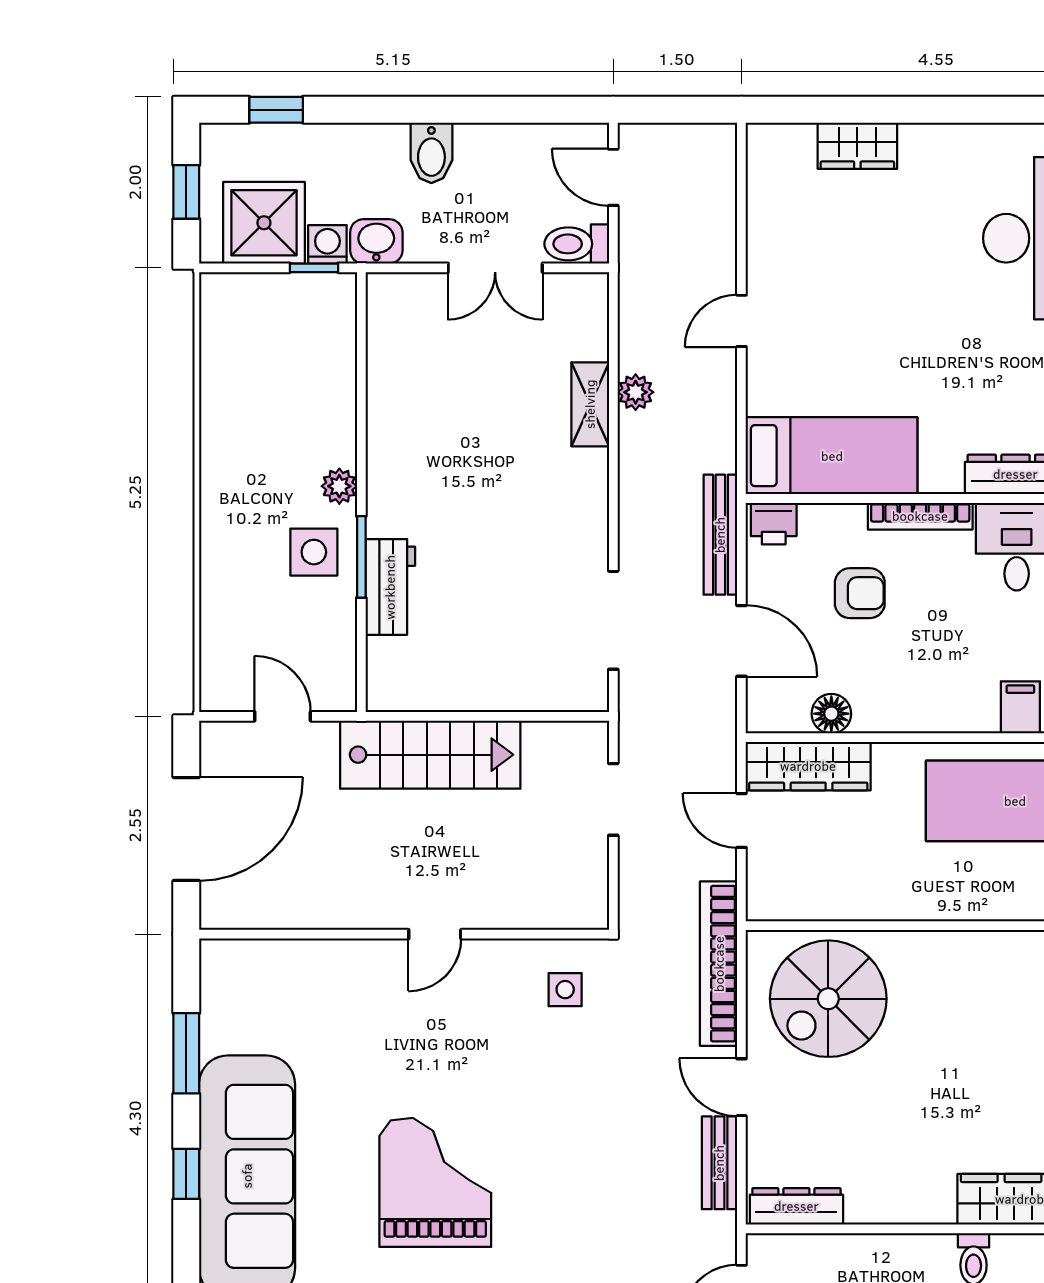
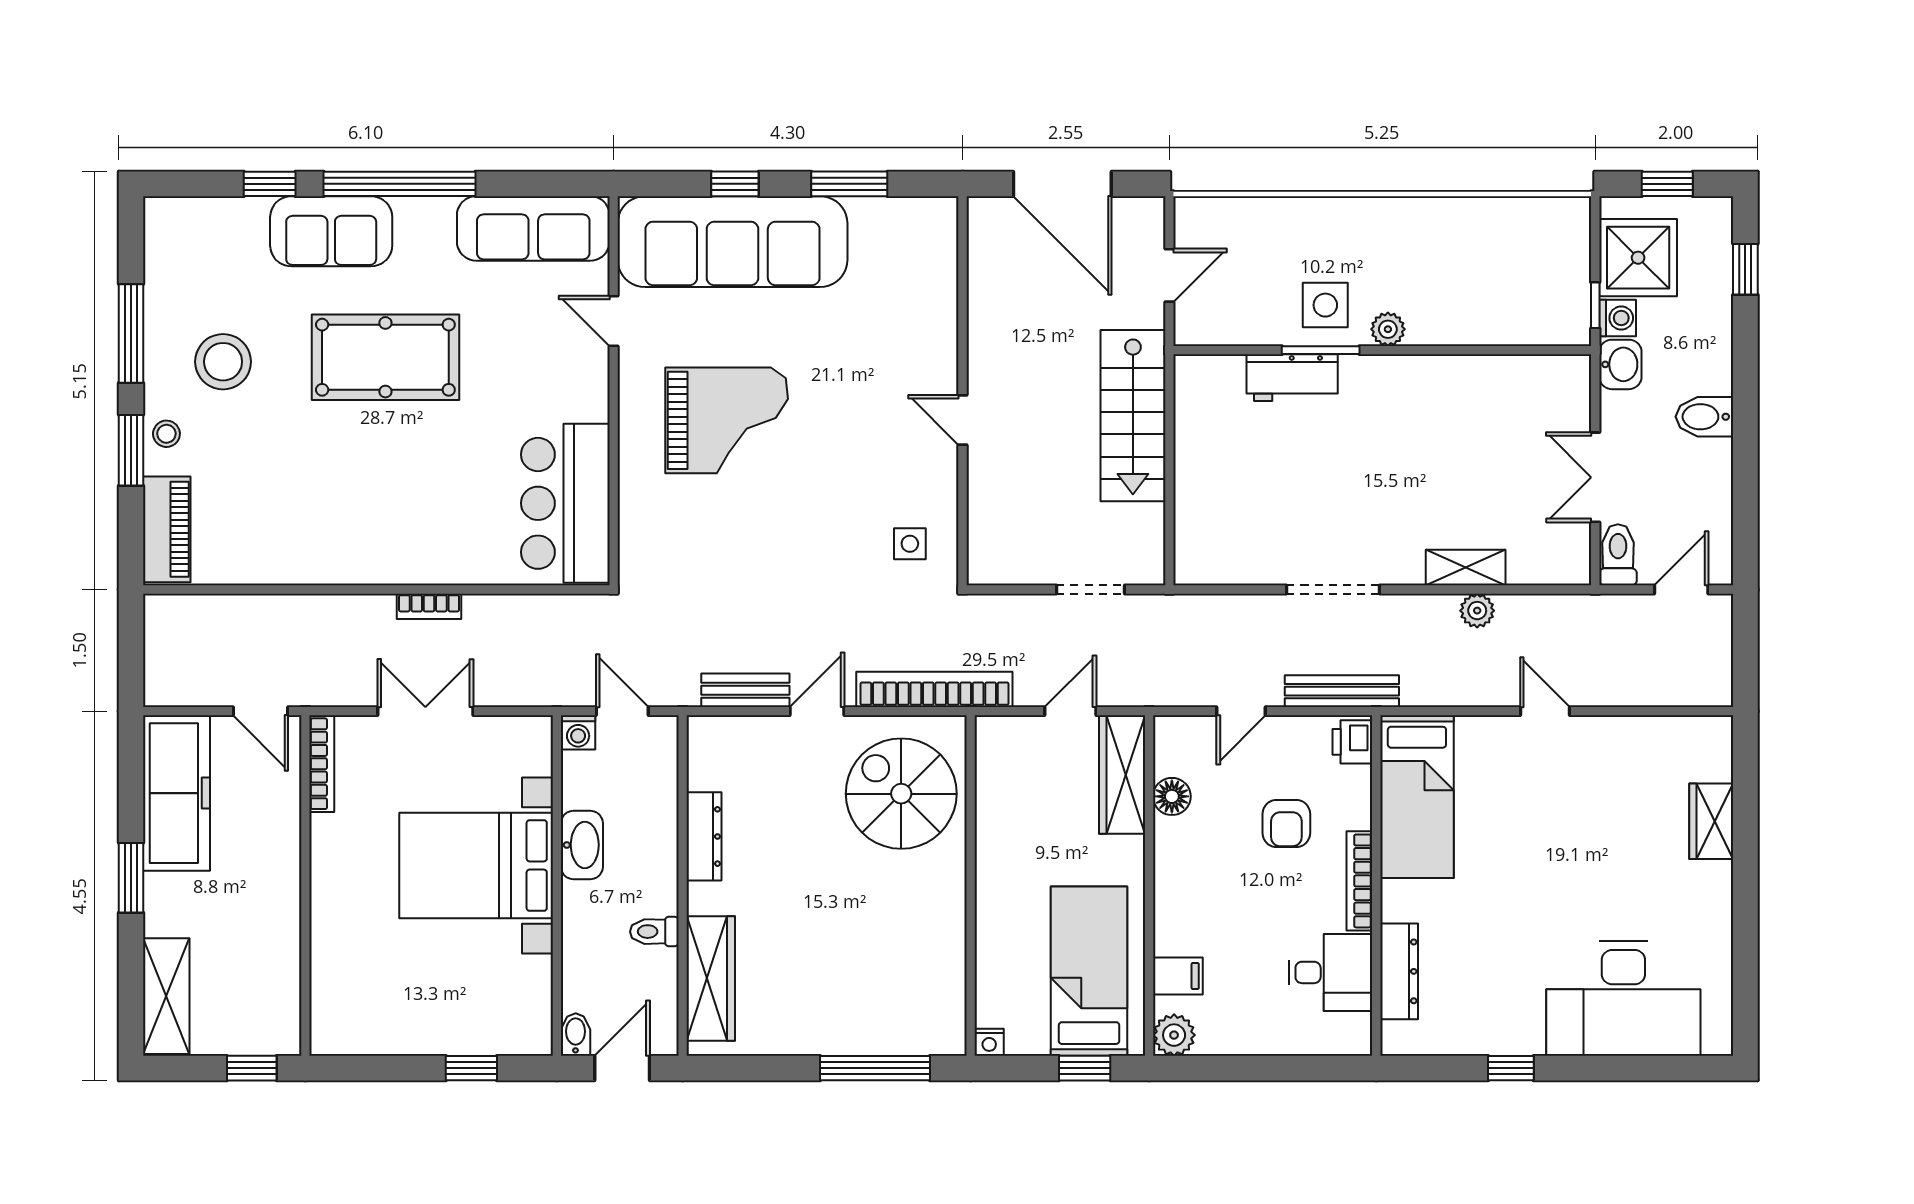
doorway: (613, 620) -> (1333, 589), moved
door: (741, 641) -> (1241, 711), width x0.73
dresser: (796, 1206) -> (704, 836), moved

